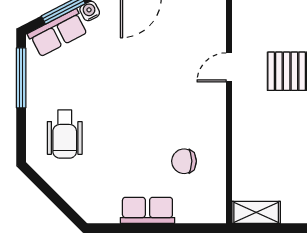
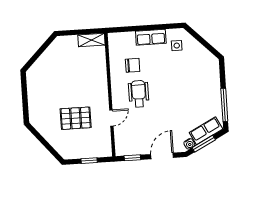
wheelchair: (65, 134) -> (139, 94), moved
side table: (101, 192) -> (177, 46), added

